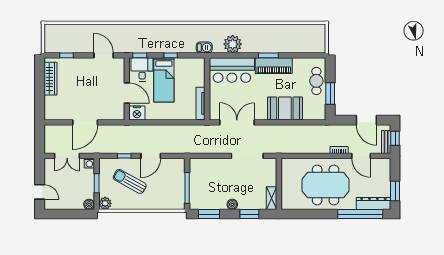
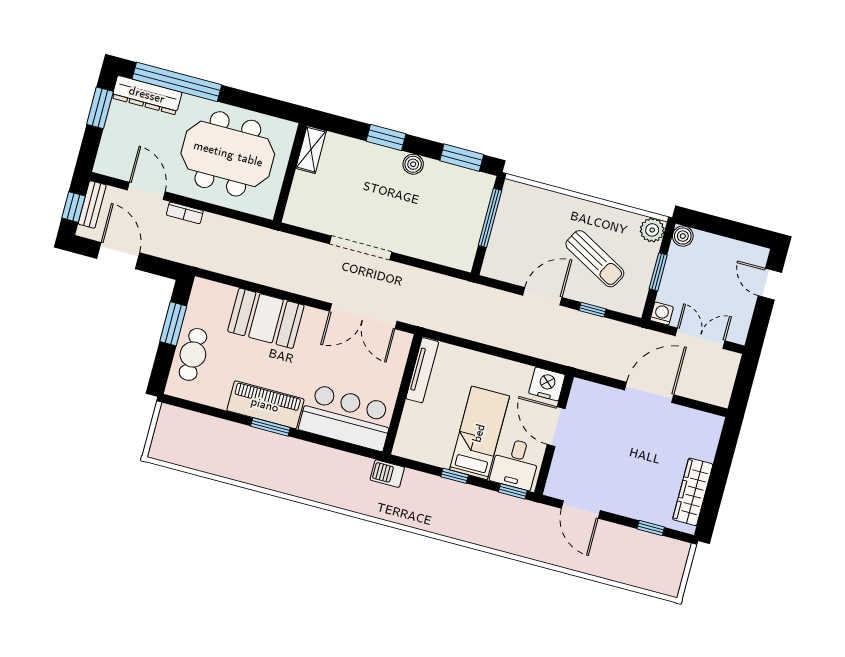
plant: (233, 44) -> (332, 466), removed
wall: (279, 184) -> (290, 173), moved
shelving: (271, 198) -> (311, 150), moved

